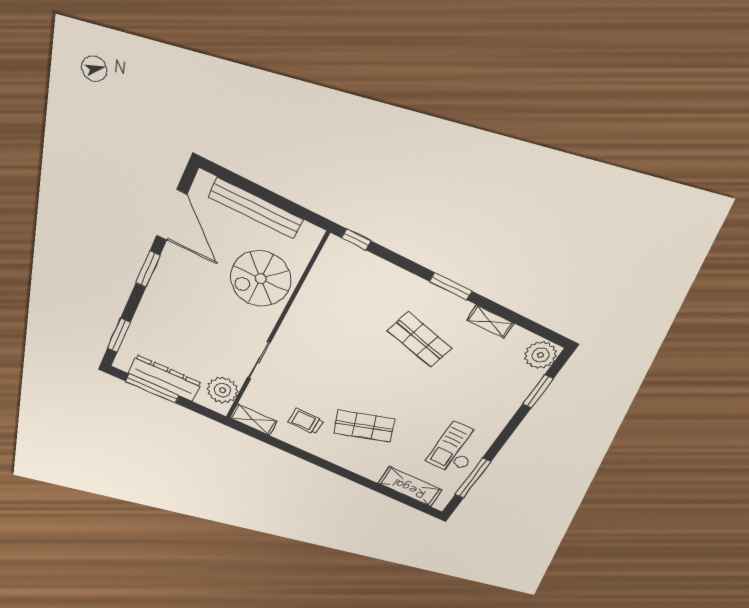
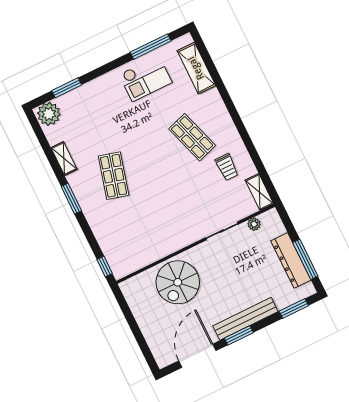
bench: (256, 208) -> (245, 319), moved, turned 90
spiral stairs: (261, 279) -> (178, 282), turned 90
plant: (222, 390) -> (254, 224), width x0.53, depth x0.53

